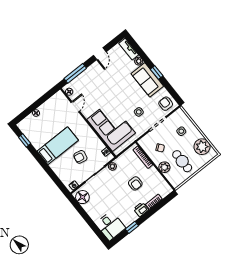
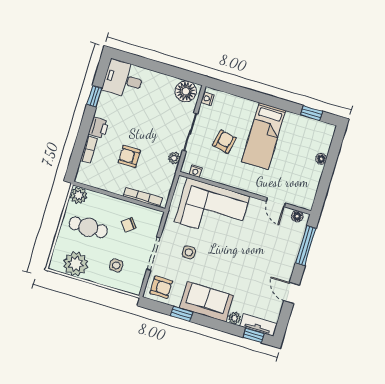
window: (135, 45) -> (254, 335), added
window: (157, 73) -> (182, 314), moved
plant: (164, 167) -> (79, 195), moved

